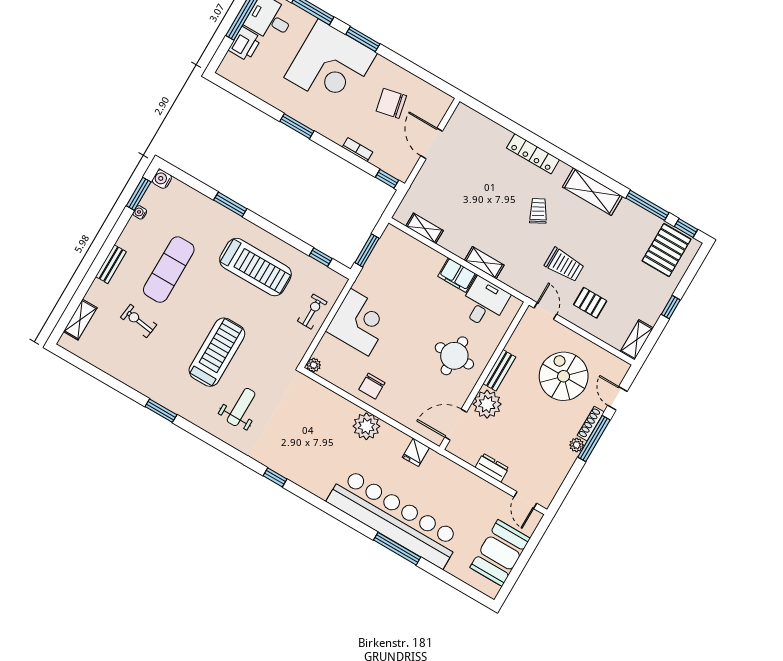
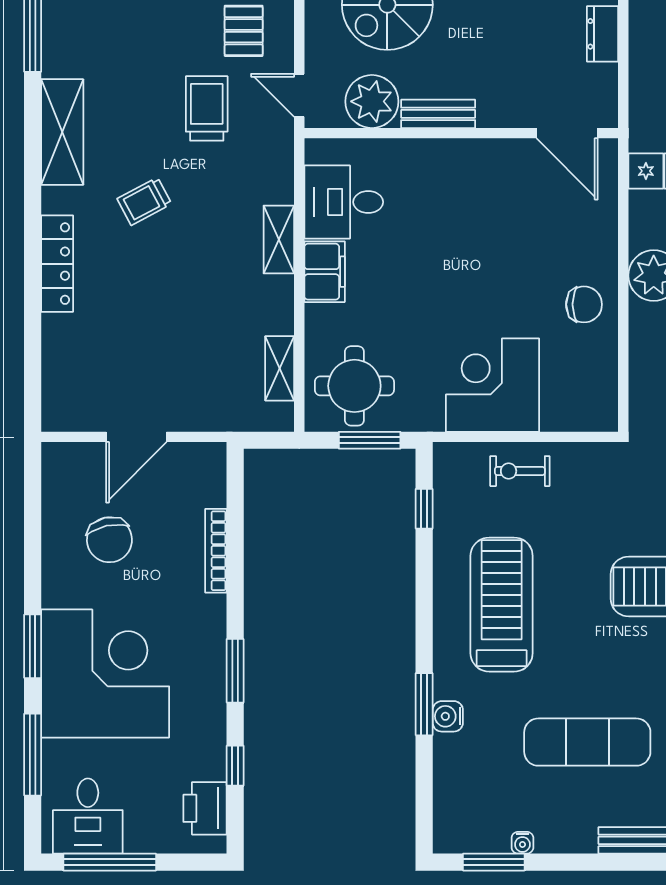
printer: (245, 44) -> (205, 808), moved, turned -90
bookcase: (357, 150) -> (216, 551), width x1.56
water cooler: (162, 179) -> (448, 716), moved, turned 90
window: (387, 179) -> (235, 766), moved
door: (545, 311) -> (299, 95), hinge flipped
round table: (454, 356) -> (354, 386), moved
plant: (314, 365) -> (605, 418), removed
plant: (487, 404) -> (372, 101), moved

